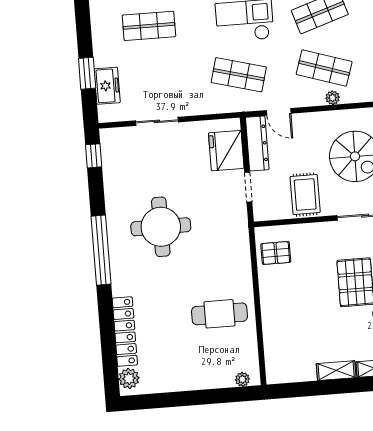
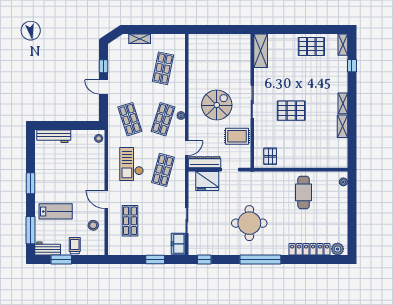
freezer: (107, 86) -> (178, 244), moved, turned -90

